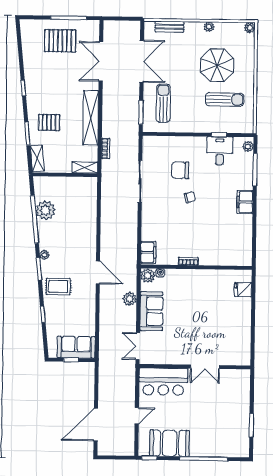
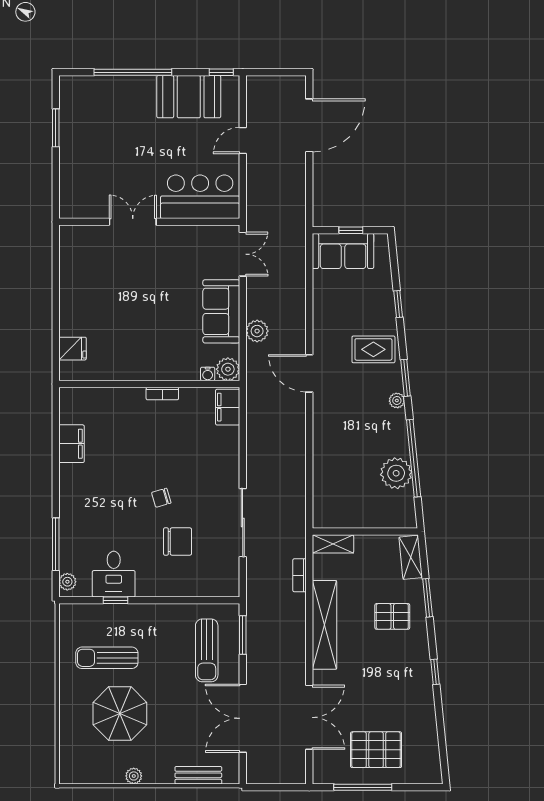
plant: (250, 28) -> (68, 775), removed
filing cabinet: (245, 202) -> (71, 444), moved

